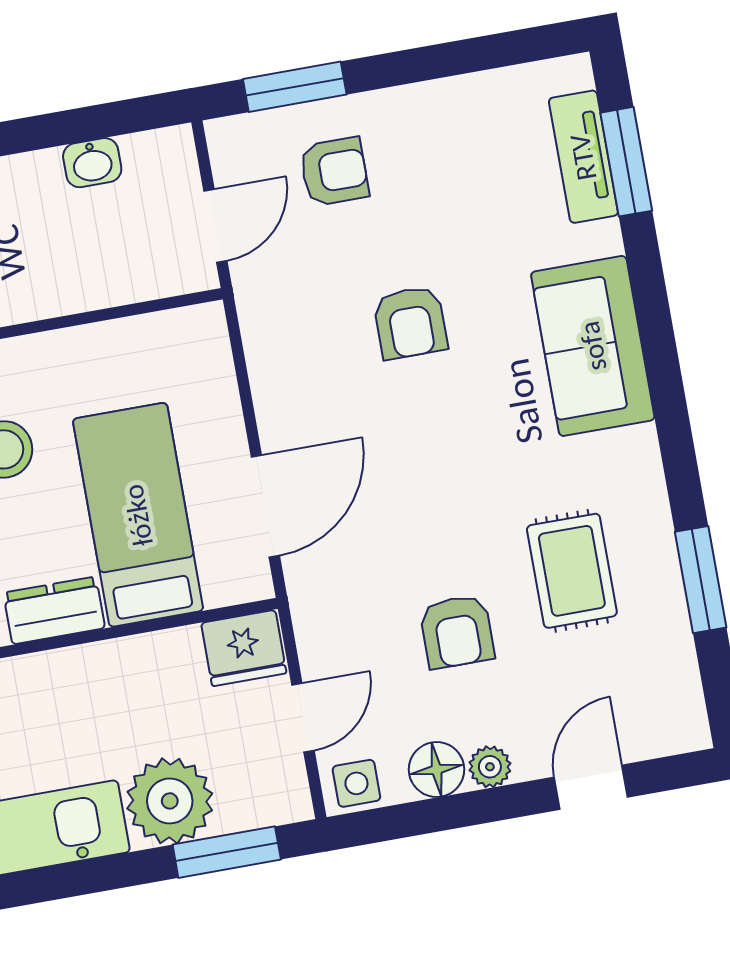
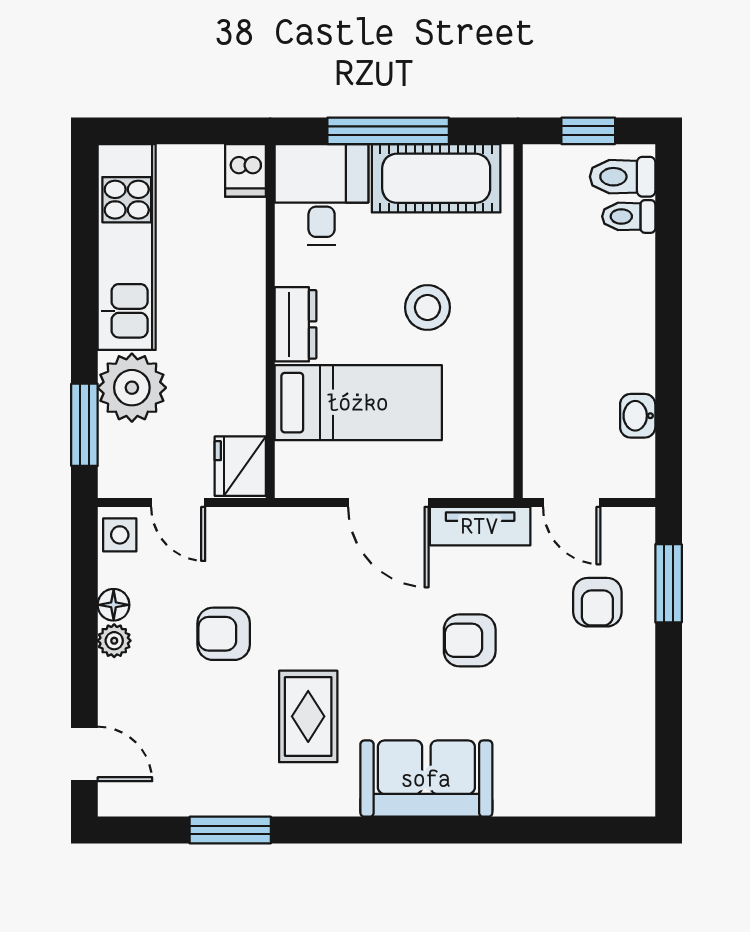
tv unit: (583, 157) -> (480, 526), moved, turned 180
window: (626, 162) -> (565, 830), removed
door: (265, 506) -> (388, 503), moved
rug: (572, 571) -> (308, 716), moved, turned 90
floor lamp: (437, 770) -> (114, 605), width x0.73, depth x0.73
door: (591, 787) -> (84, 754), moved

